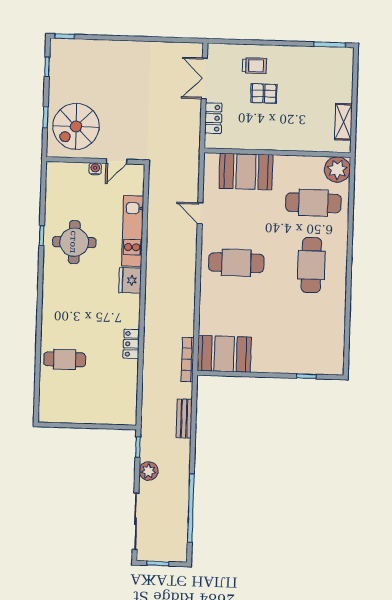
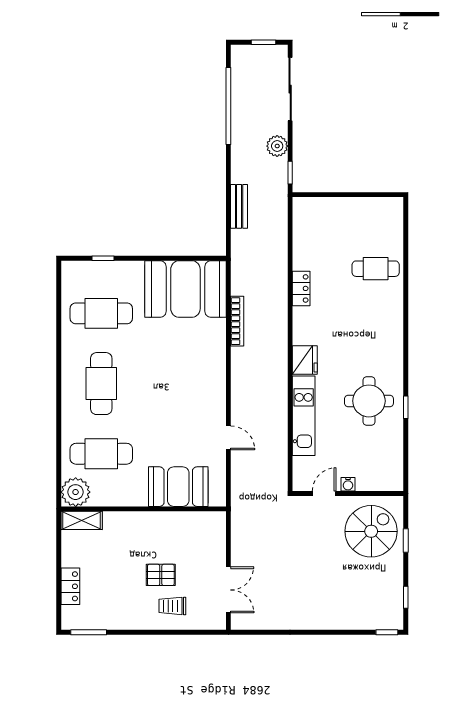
locker: (213, 118) -> (70, 586), moved, turned 180
shelving: (343, 122) -> (82, 520), moved, turned 90
cafe table: (236, 263) -> (101, 313), moved
booth: (224, 354) -> (185, 289), width x1.36, depth x1.42
bookcase: (188, 359) -> (237, 321), moved

